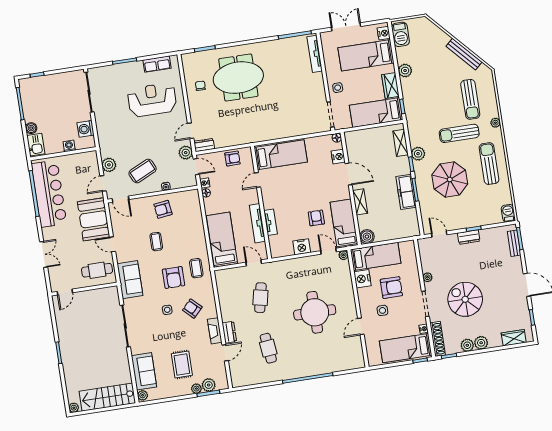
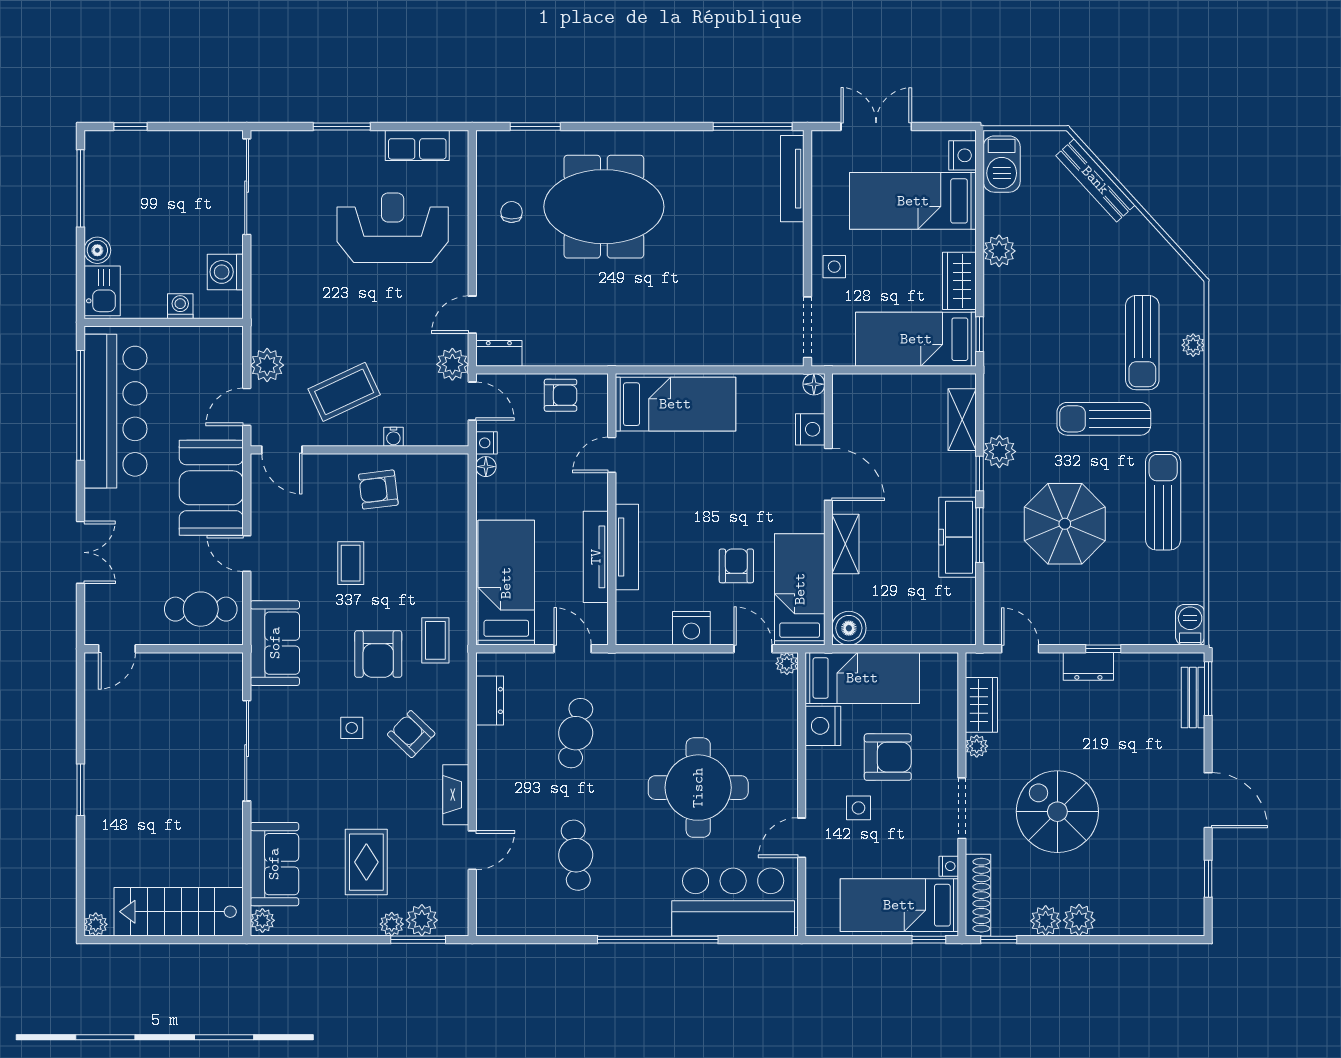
bench: (464, 54) -> (1095, 180), moved
plant: (495, 123) -> (1193, 345), moved
tv unit: (270, 222) -> (627, 547), width x1.41
dresser: (229, 332) -> (490, 700), moved
wardrobe: (514, 338) -> (981, 705), moved, turned 90
bar counter: (337, 357) -> (733, 902), added

